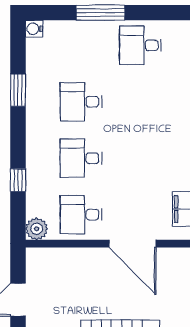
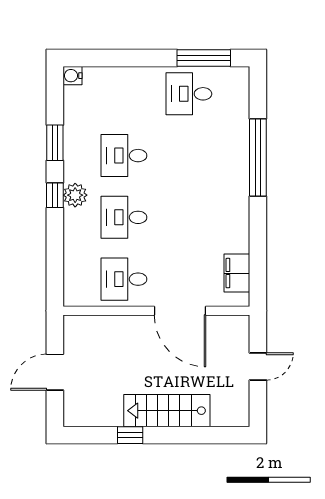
window: (100, 13) -> (204, 58), moved
window: (18, 180) -> (55, 195), moved
plant: (37, 229) -> (75, 195), moved

